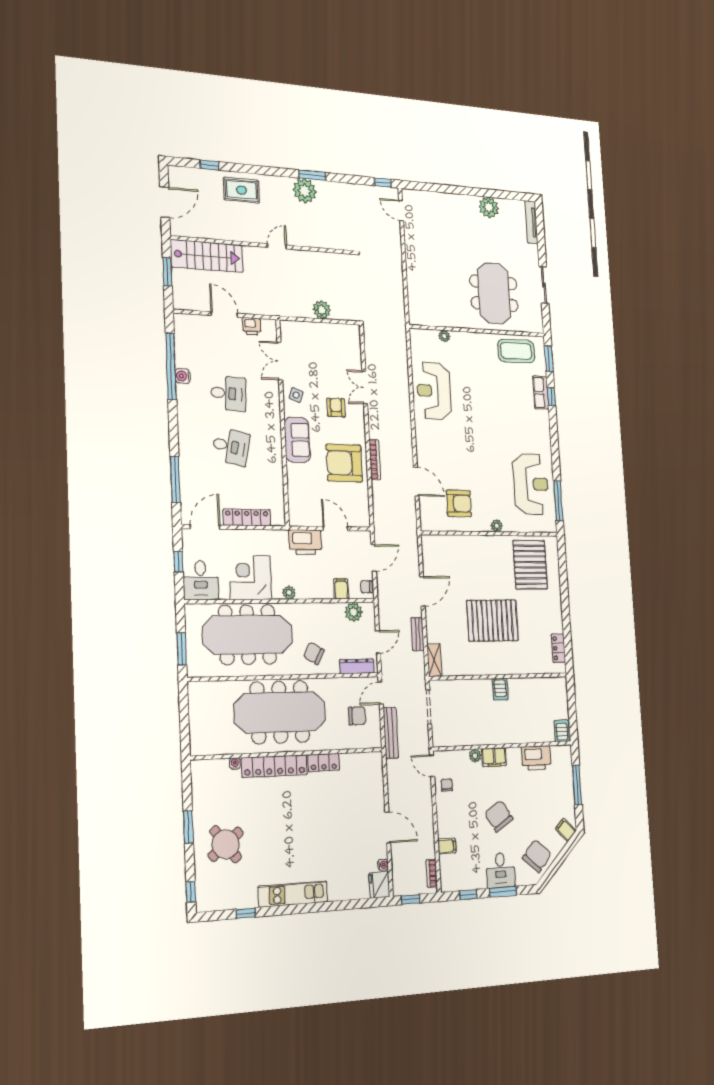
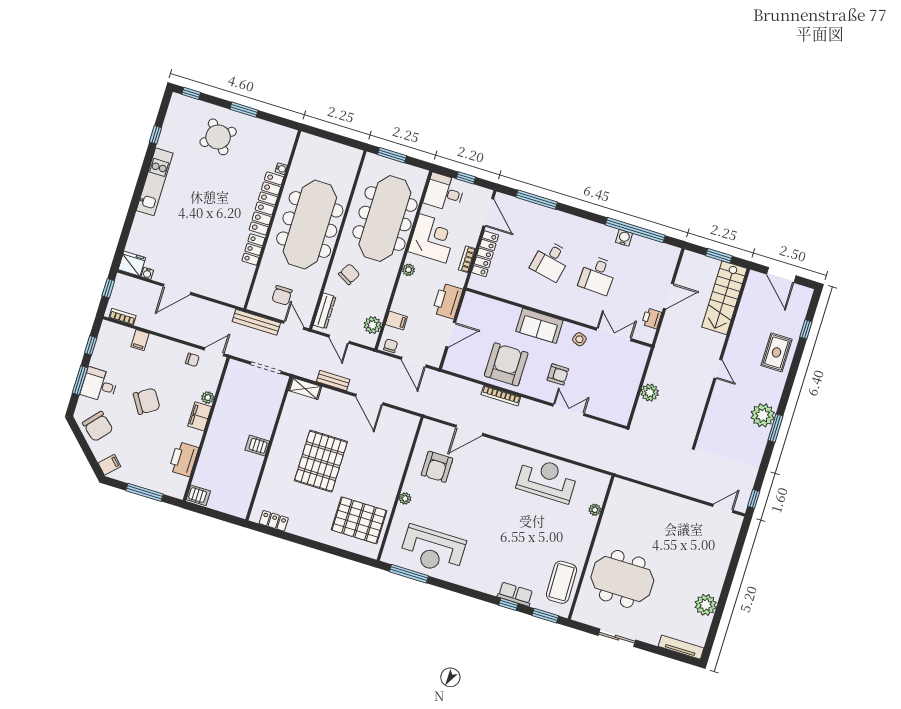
bookcase: (259, 535) -> (467, 259), added

